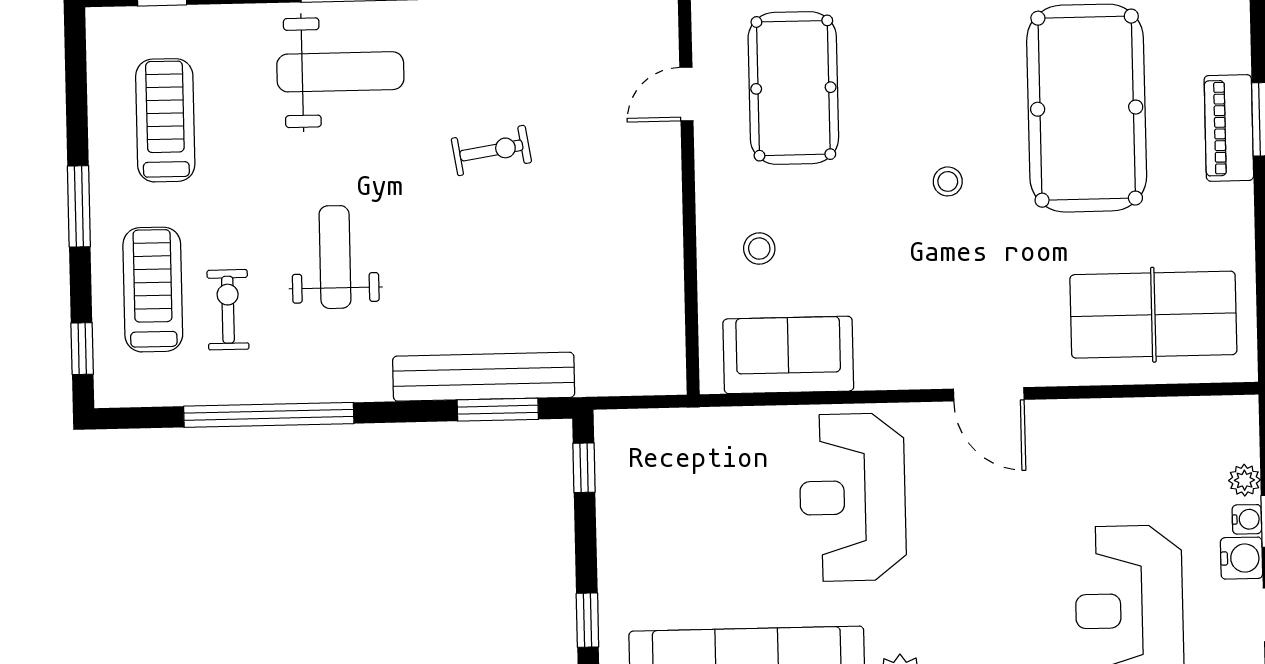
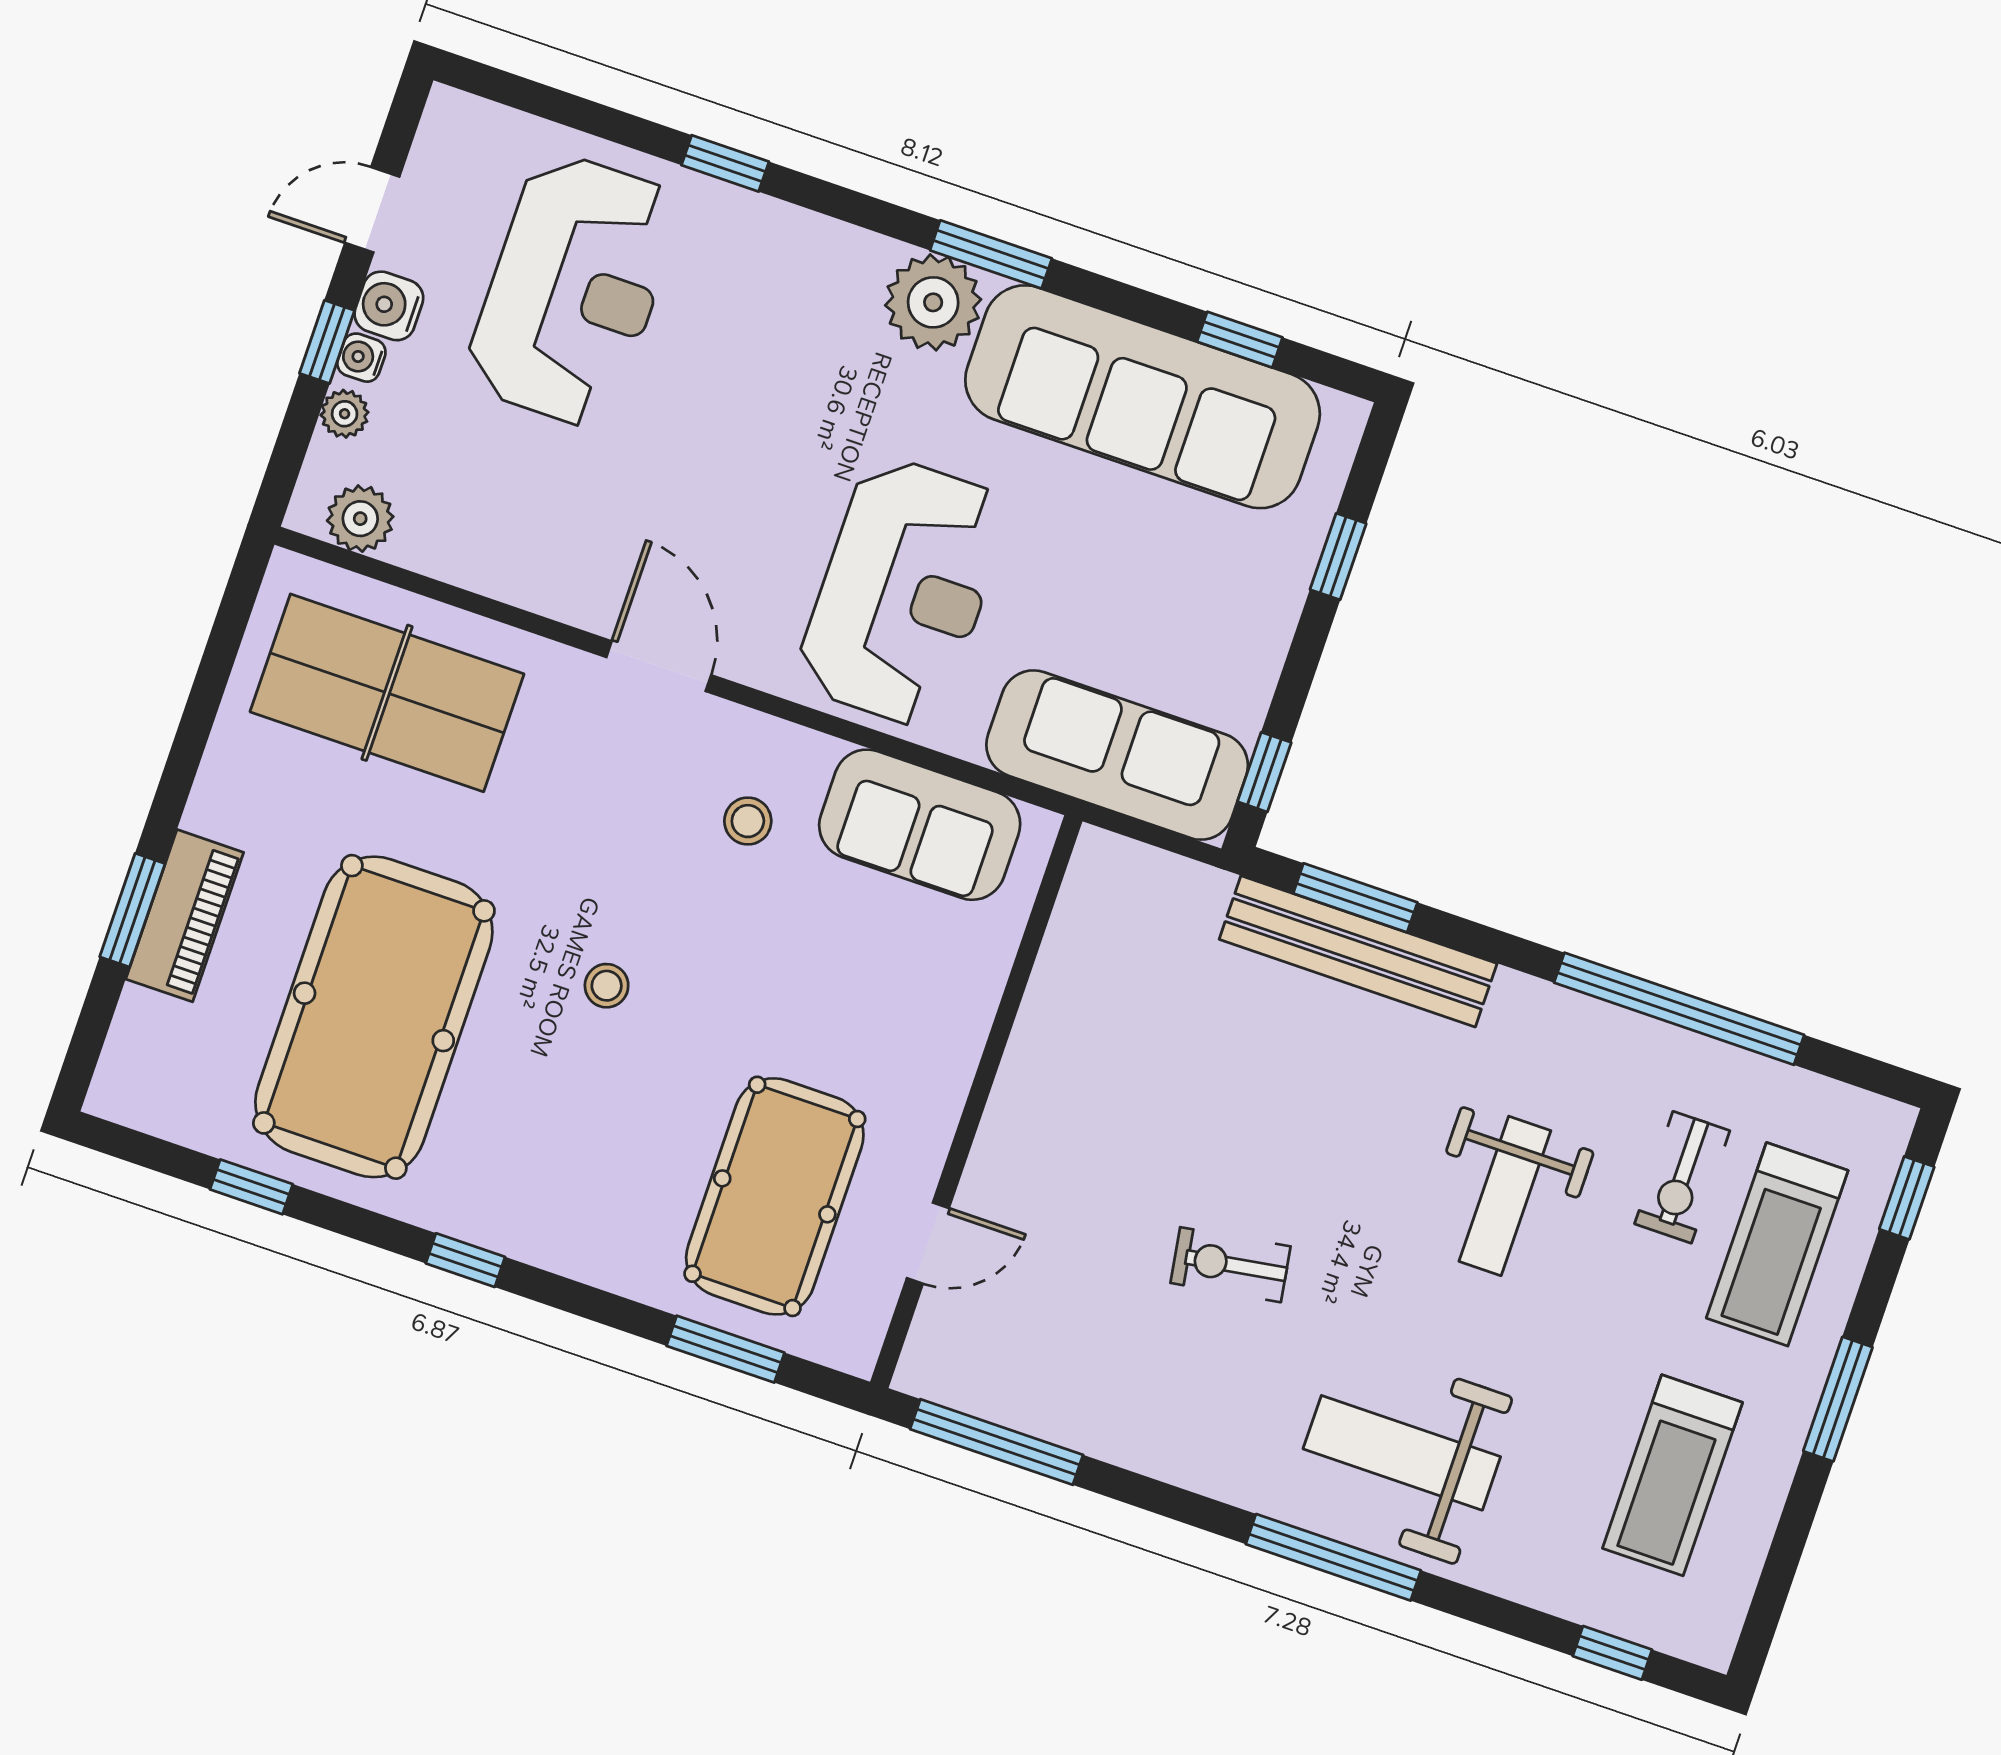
stool: (759, 249) -> (748, 821), moved
plant: (1210, 418) -> (360, 519), added
sofa: (680, 444) -> (1117, 755), added

